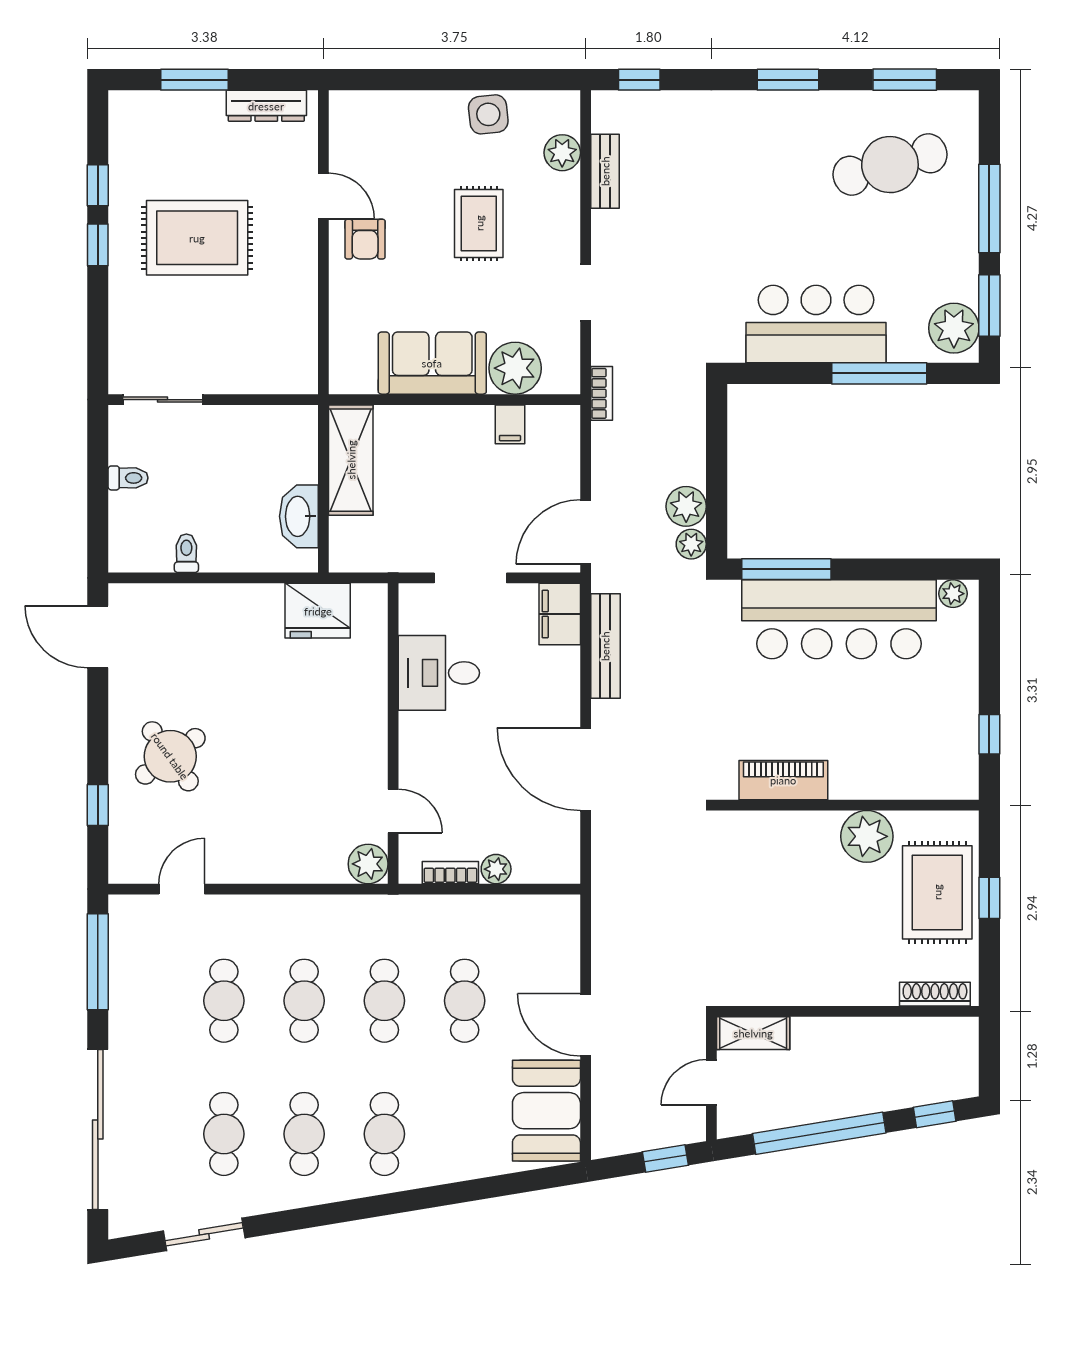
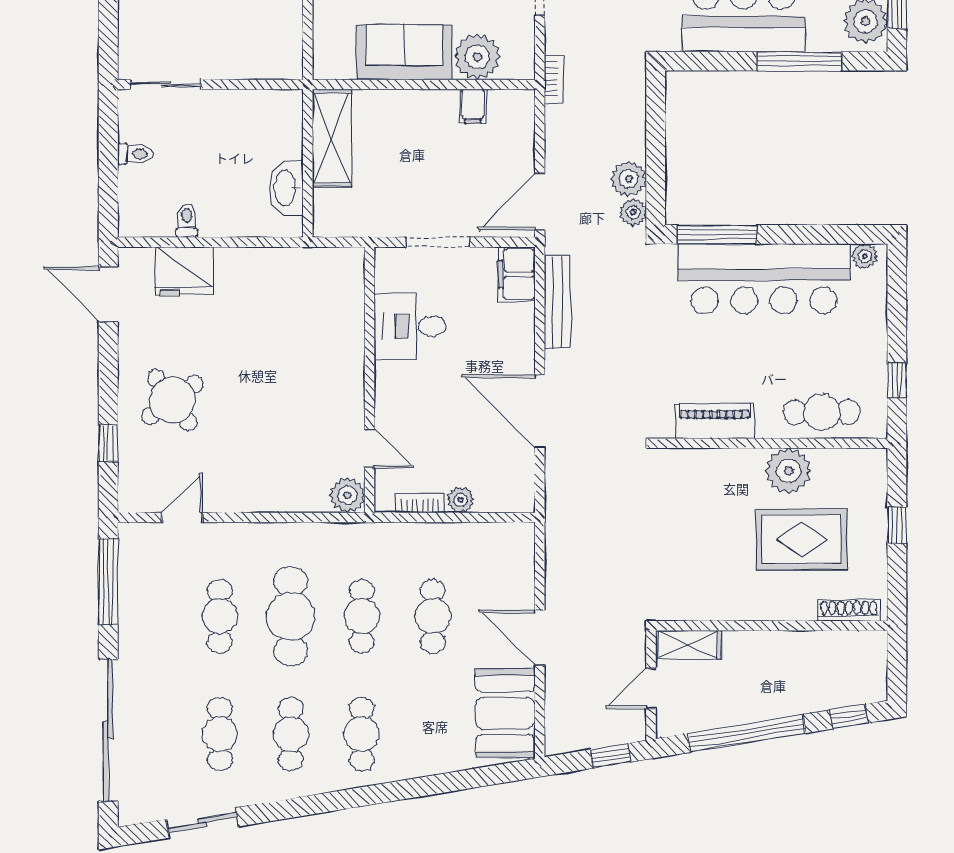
fridge: (318, 611) -> (184, 271), moved
cafe table: (904, 770) -> (822, 412), added
rug: (937, 892) -> (802, 540), moved, turned 90
cafe table: (304, 1001) -> (291, 616), width x1.37, depth x1.35

